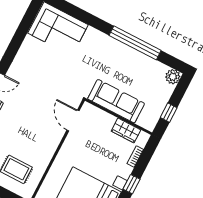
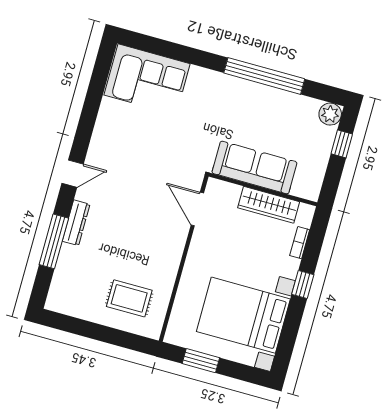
window: (169, 113) -> (342, 144), moved
wardrobe: (126, 130) -> (269, 205), width x1.50

